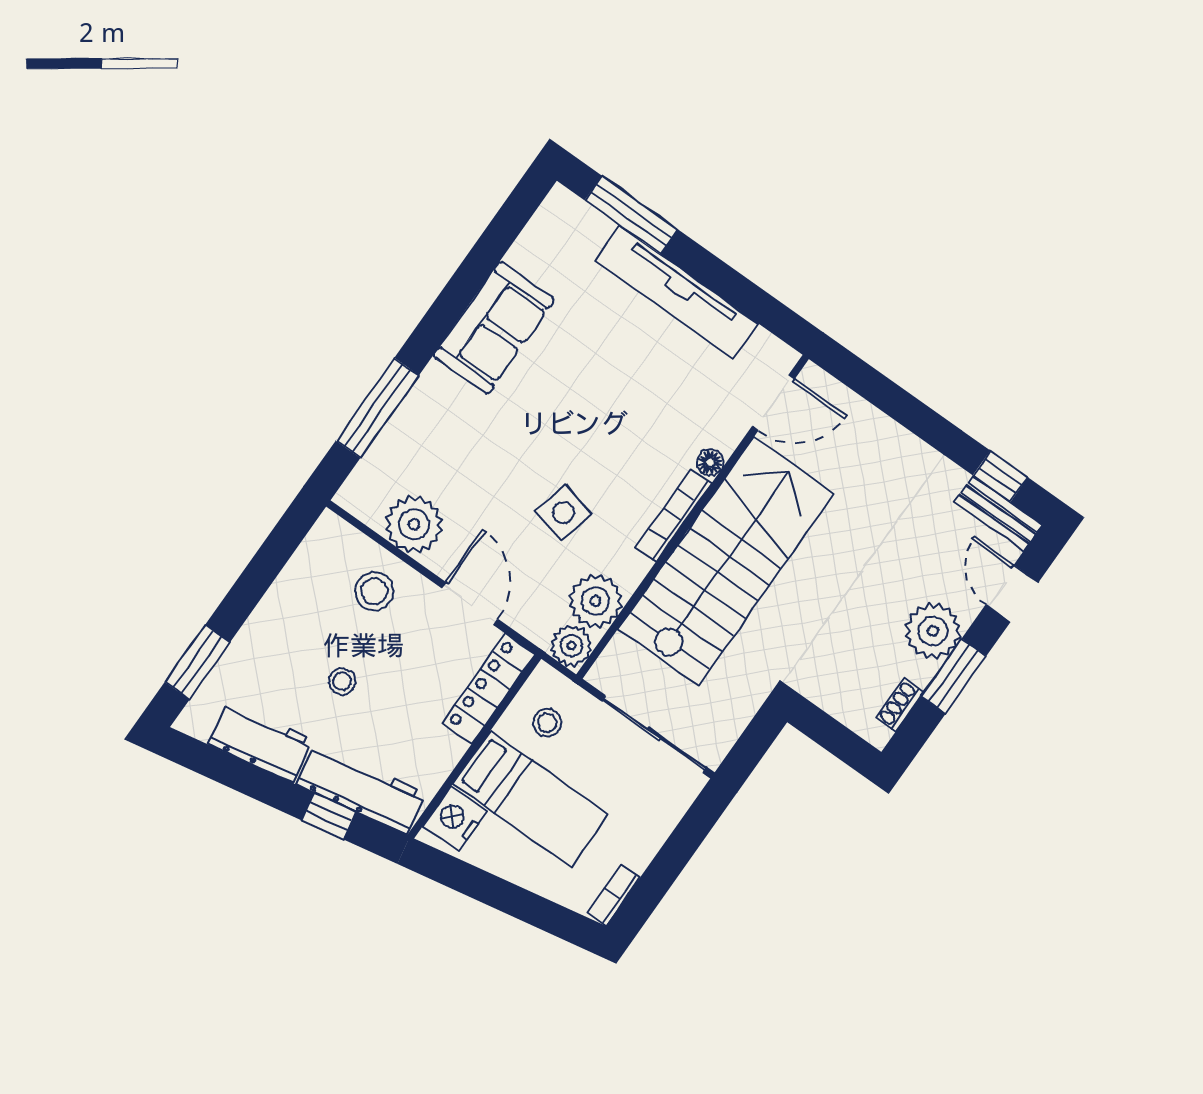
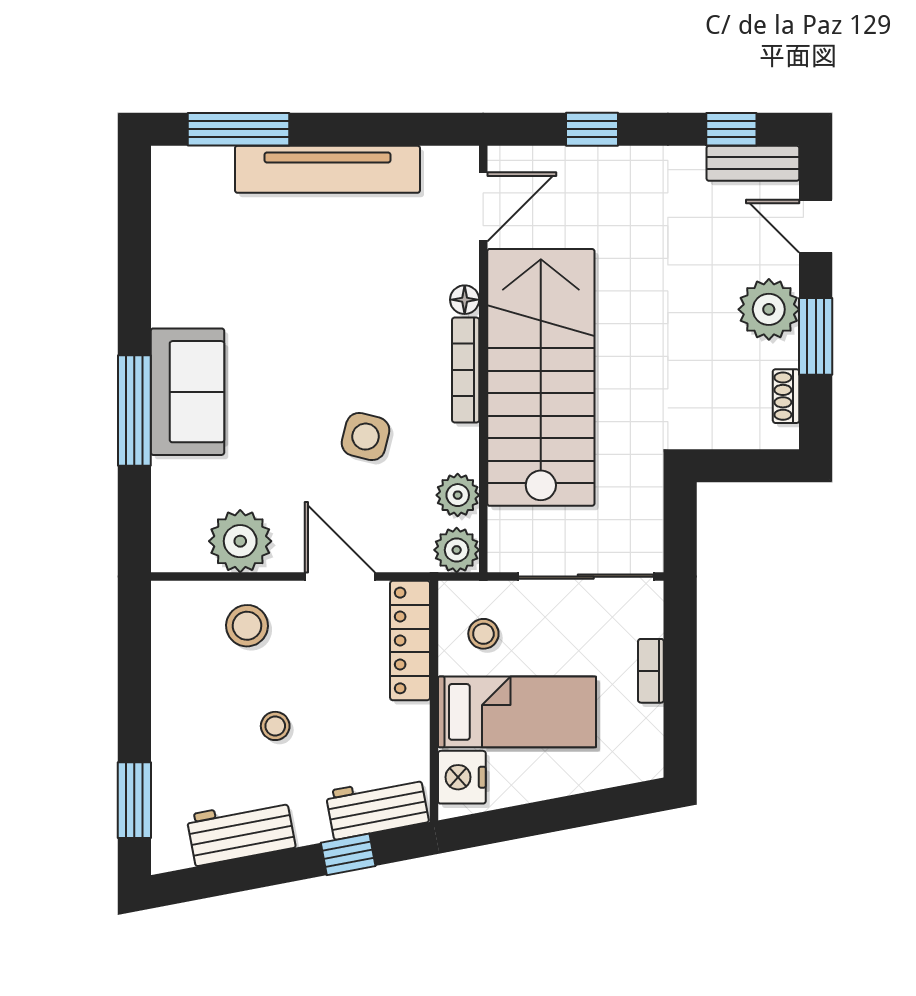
sofa: (494, 328) -> (187, 392), moved
window: (896, 402) -> (592, 129), added
window: (377, 408) -> (134, 411), moved
plant: (596, 601) -> (458, 495), width x0.73, depth x0.73
workbench: (361, 789) -> (377, 807), width x0.73
bookcase: (614, 895) -> (651, 671), moved

